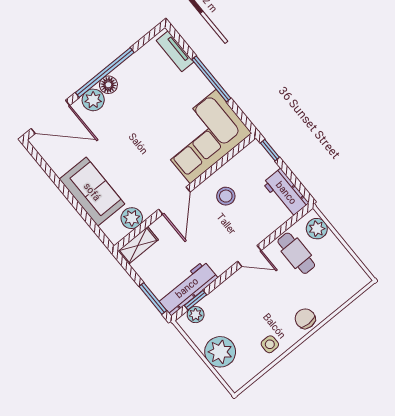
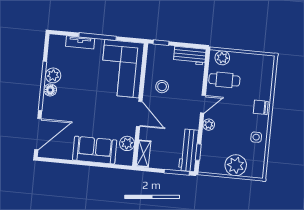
tv unit: (175, 51) -> (80, 42), moved
plant: (93, 100) -> (53, 75), moved
plant: (196, 315) -> (209, 125), moved

